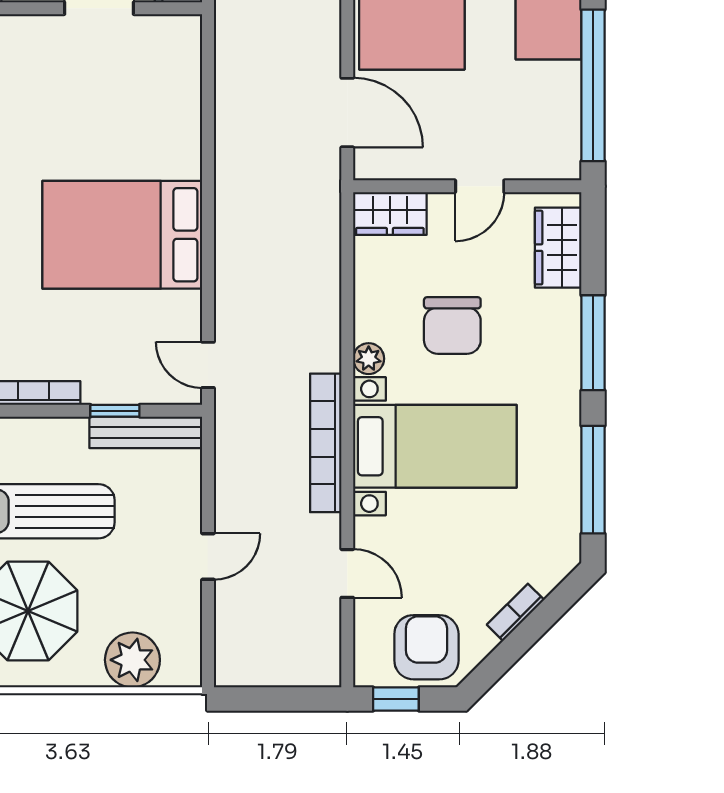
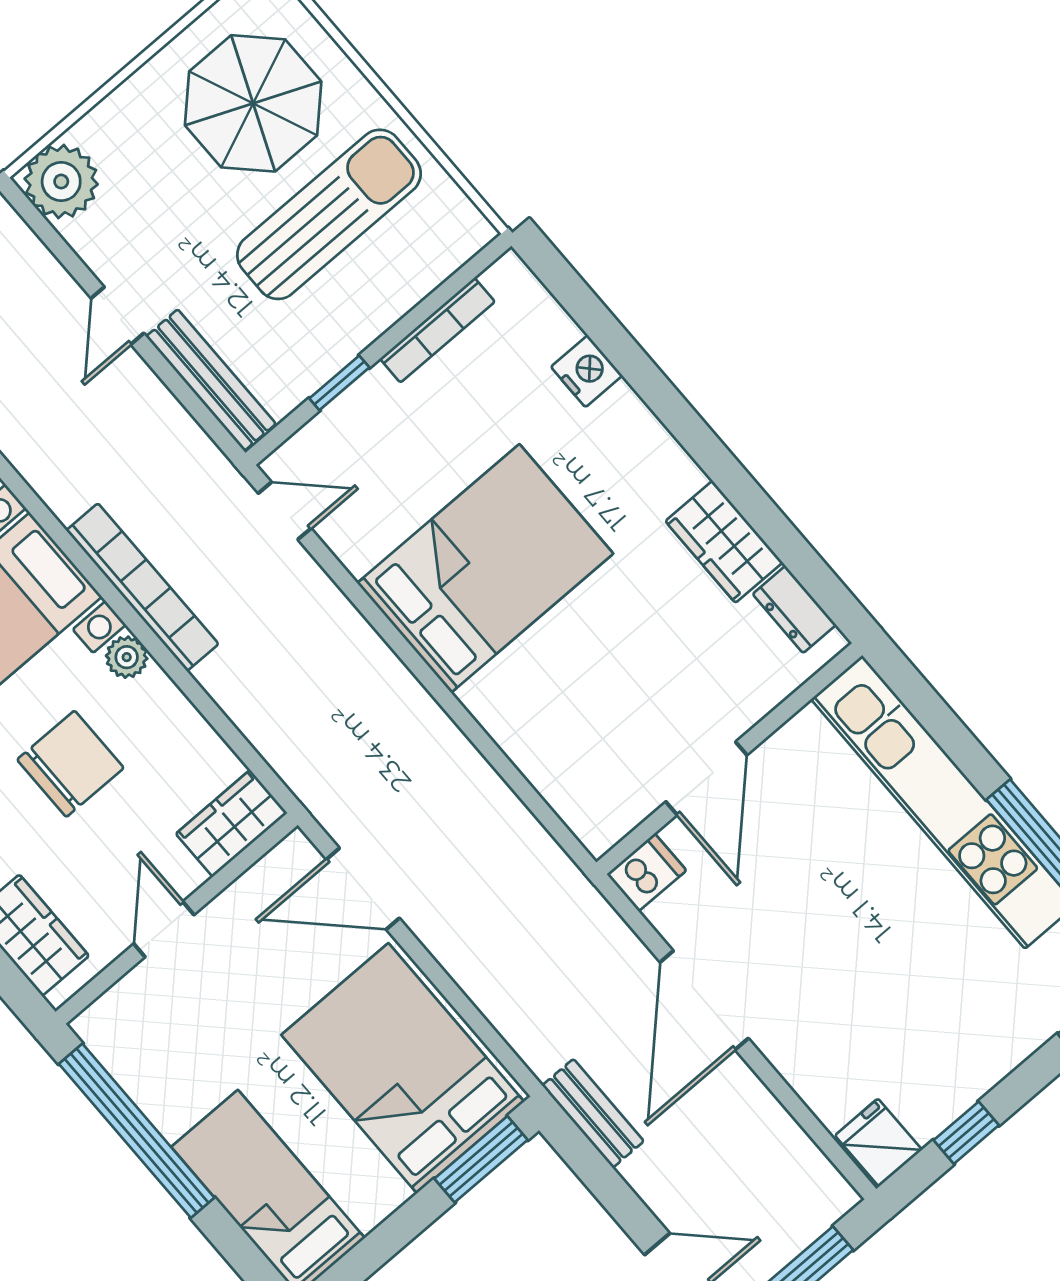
chair: (452, 325) -> (70, 764), turned 90
bench: (146, 432) -> (211, 380), moved, turned 90
bookcase: (326, 443) -> (142, 587), moved
plant: (132, 660) -> (61, 182), moved

